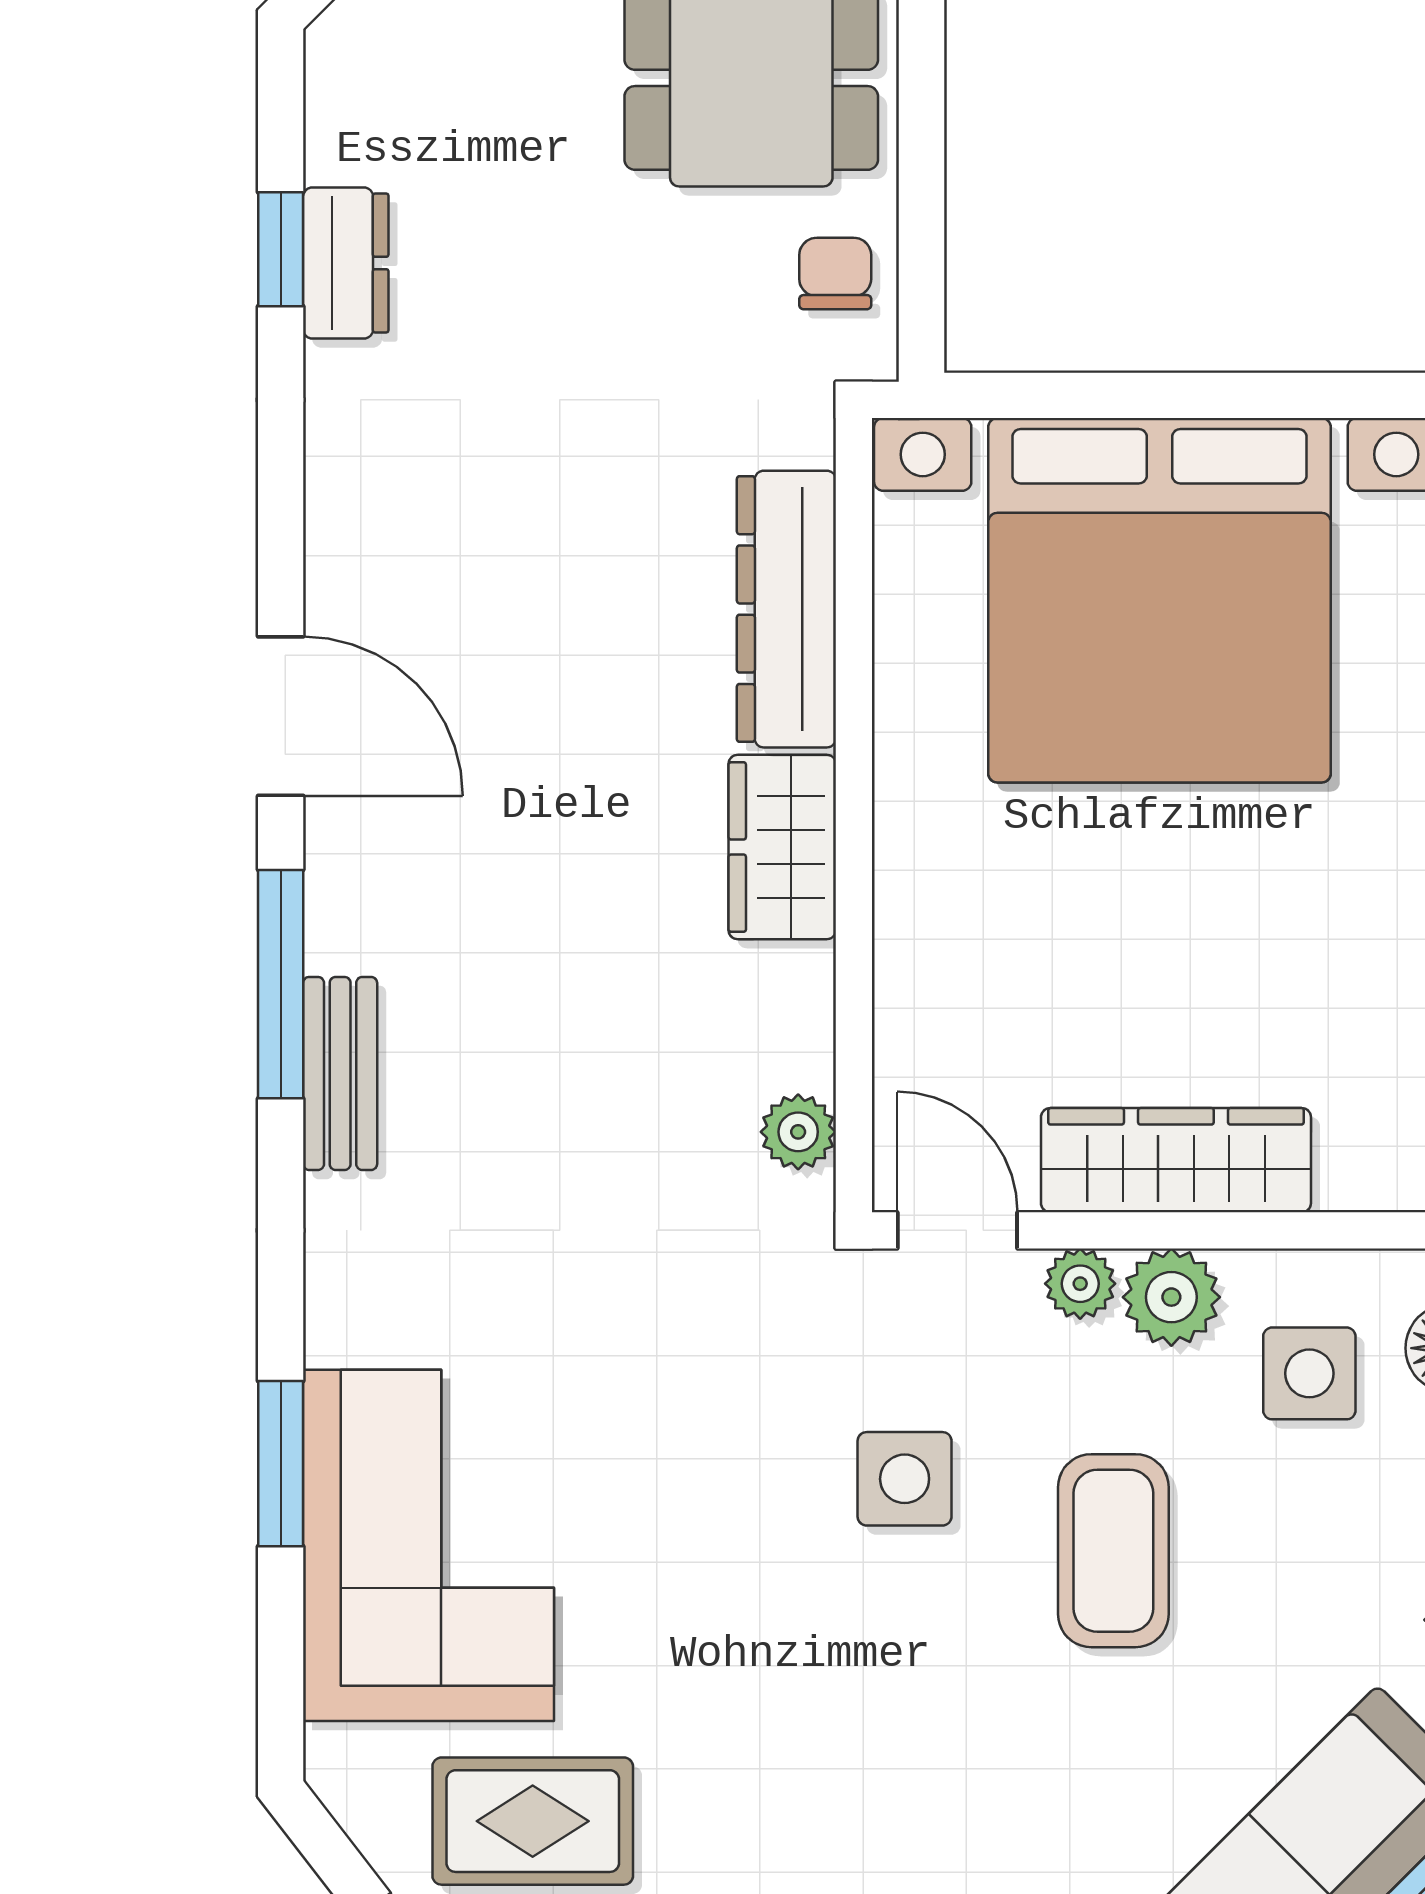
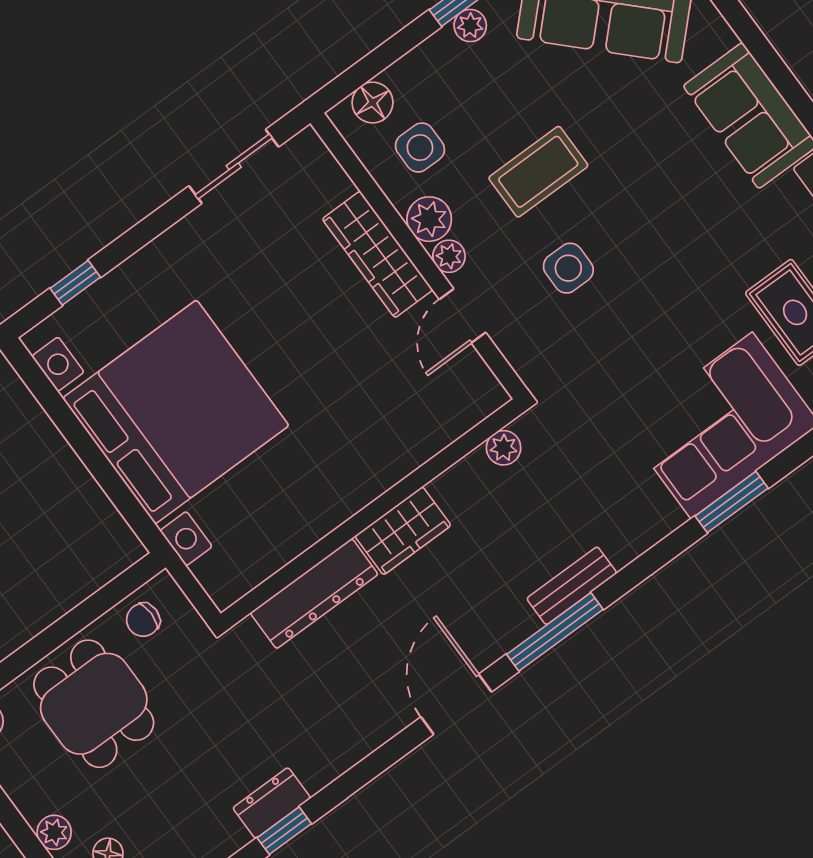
dresser: (786, 609) -> (314, 594), moved
wall: (854, 815) -> (372, 513), moved
wardrobe: (782, 847) -> (403, 531), moved
plant: (798, 1132) -> (504, 448), moved

